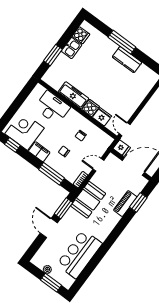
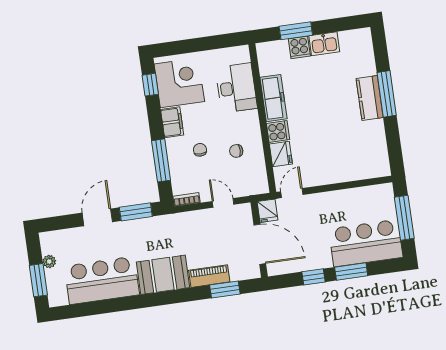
cooker: (81, 35) -> (299, 47), moved
kitchen counter: (127, 60) -> (370, 98), moved
booth: (88, 200) -> (163, 275), moved

